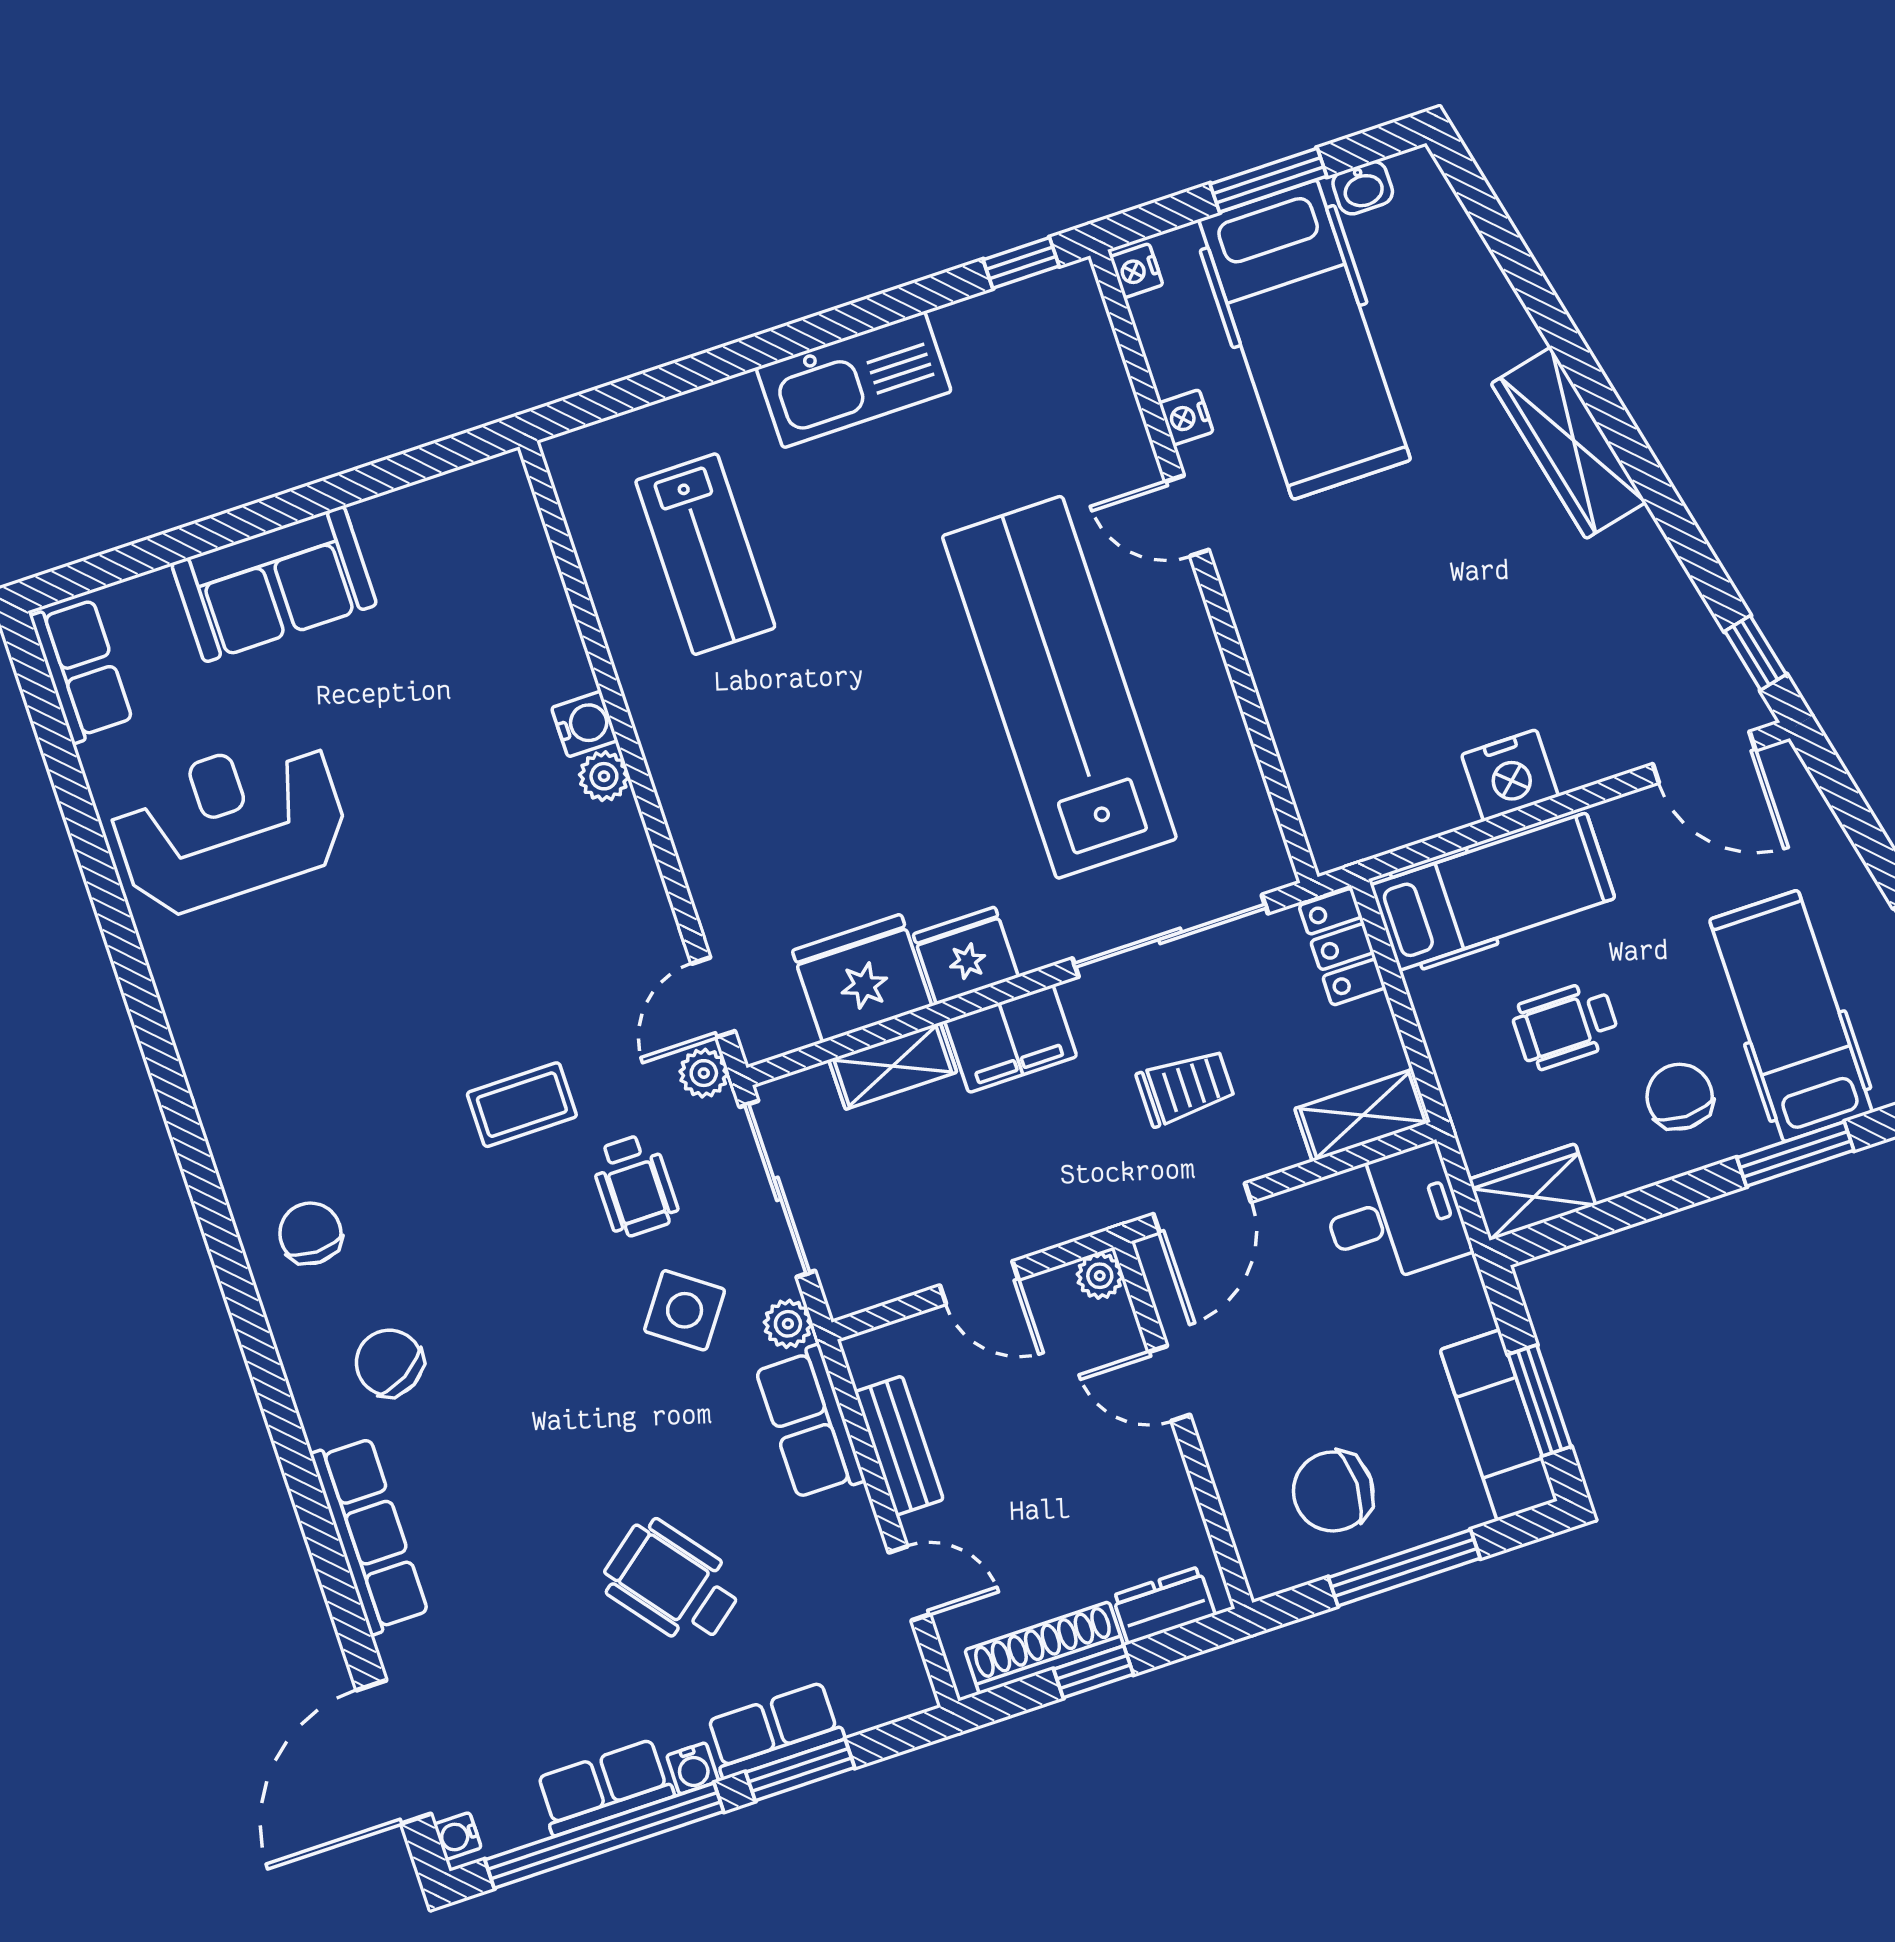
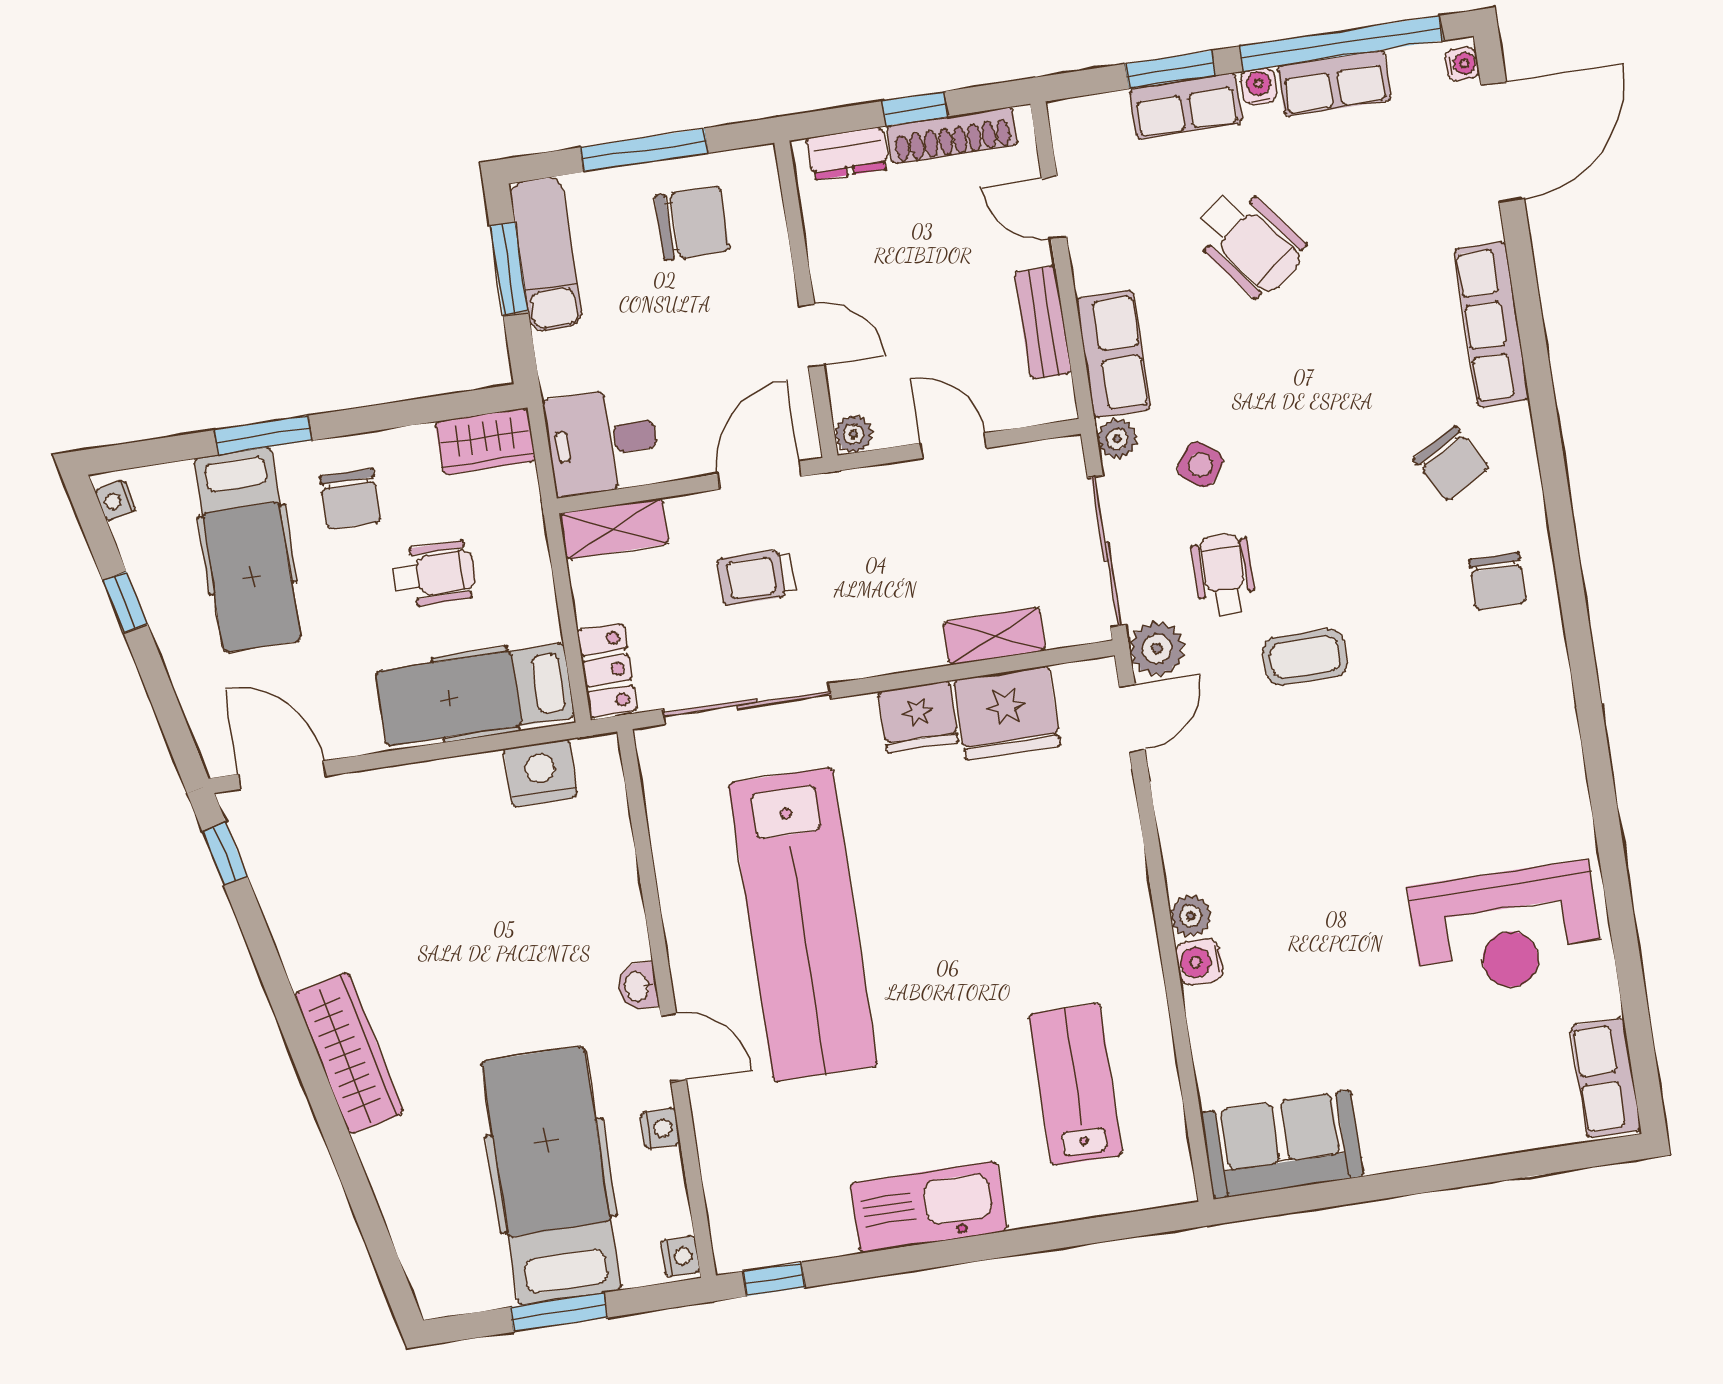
washbasin: (1363, 188) -> (638, 986), moved, turned -90
sofa: (274, 584) -> (1282, 1145), moved
nightstand: (1510, 775) -> (541, 773), moved
filing cabinet: (1011, 1039) -> (893, 642), removed
plant: (704, 1073) -> (1157, 649), width x1.38, depth x1.38
side table: (685, 1310) -> (1200, 465), width x0.73, depth x0.73

